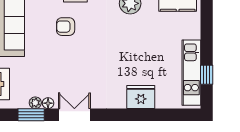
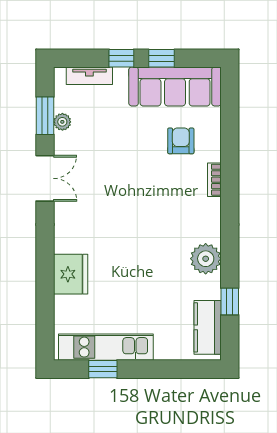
armchair: (66, 27) -> (181, 141), moved
floor lamp: (48, 103) -> (62, 140), removed

